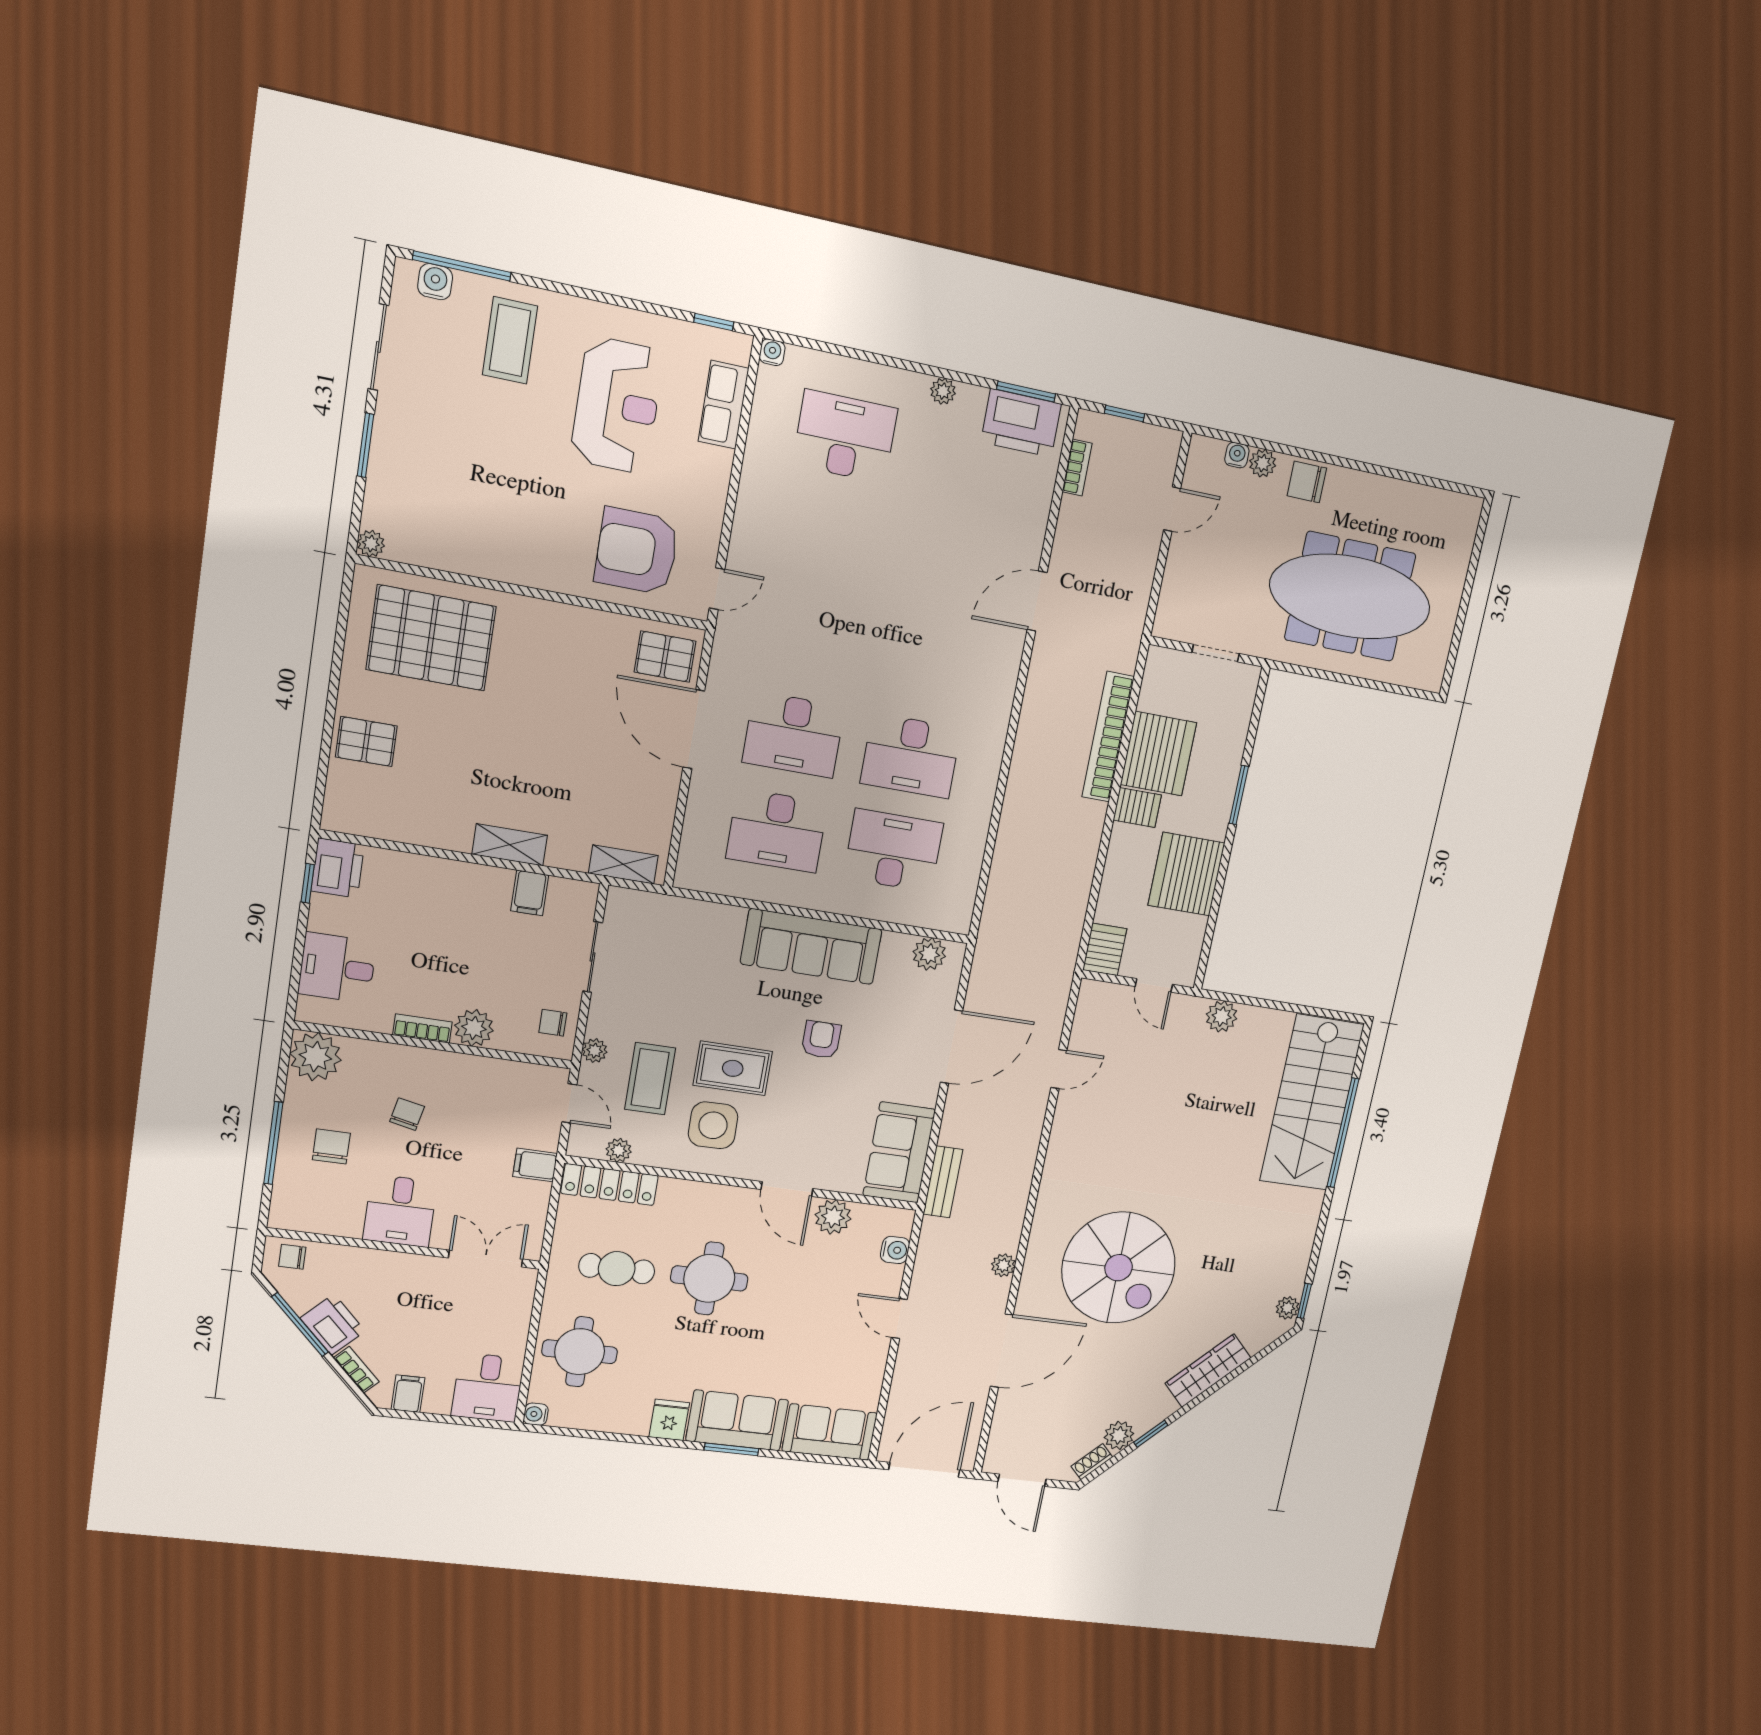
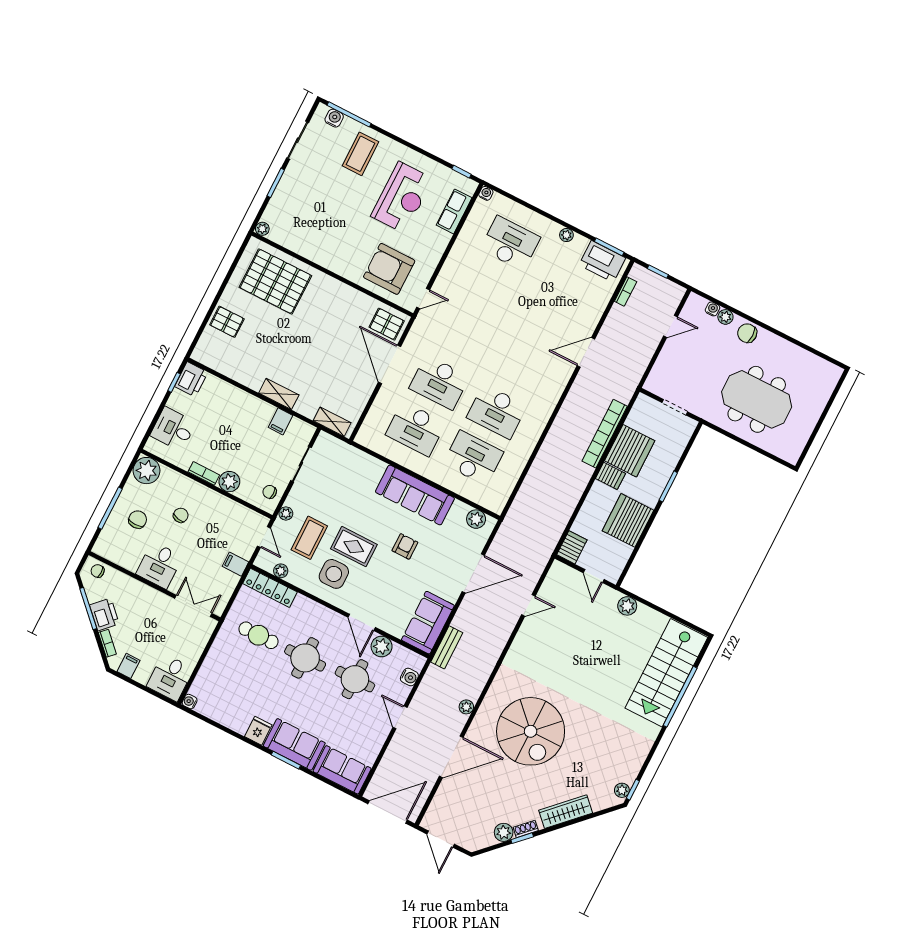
meeting table: (1350, 597) -> (757, 399), width x0.73
round table: (580, 1352) -> (355, 679), moved
shoe rack: (1092, 1462) -> (526, 829), moved

